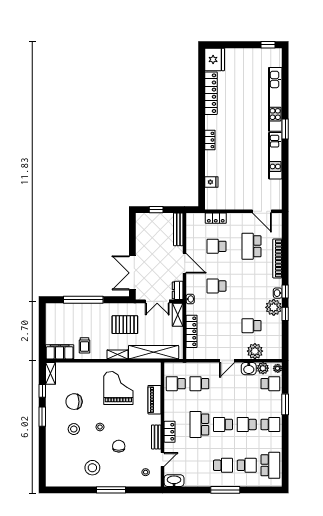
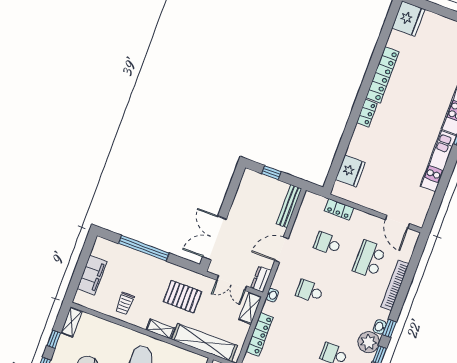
locker: (211, 93) -> (382, 75), moved
fridge: (211, 182) -> (350, 171), width x1.88, depth x1.34
door: (185, 263) -> (281, 250), swing flipped
filing cabinet: (60, 352) -> (92, 275), moved, turned 90

